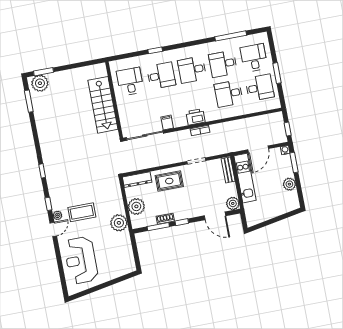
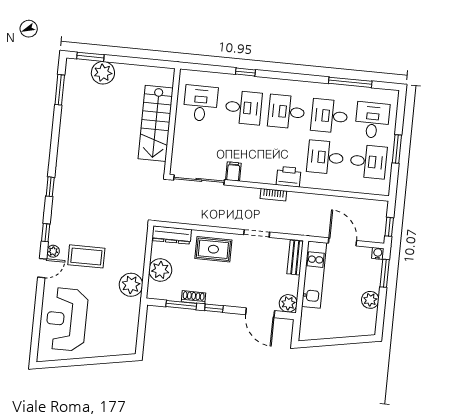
plant: (40, 83) -> (103, 73), moved
printer: (195, 117) -> (289, 177), moved
door: (258, 149) -> (343, 242), swing flipped

